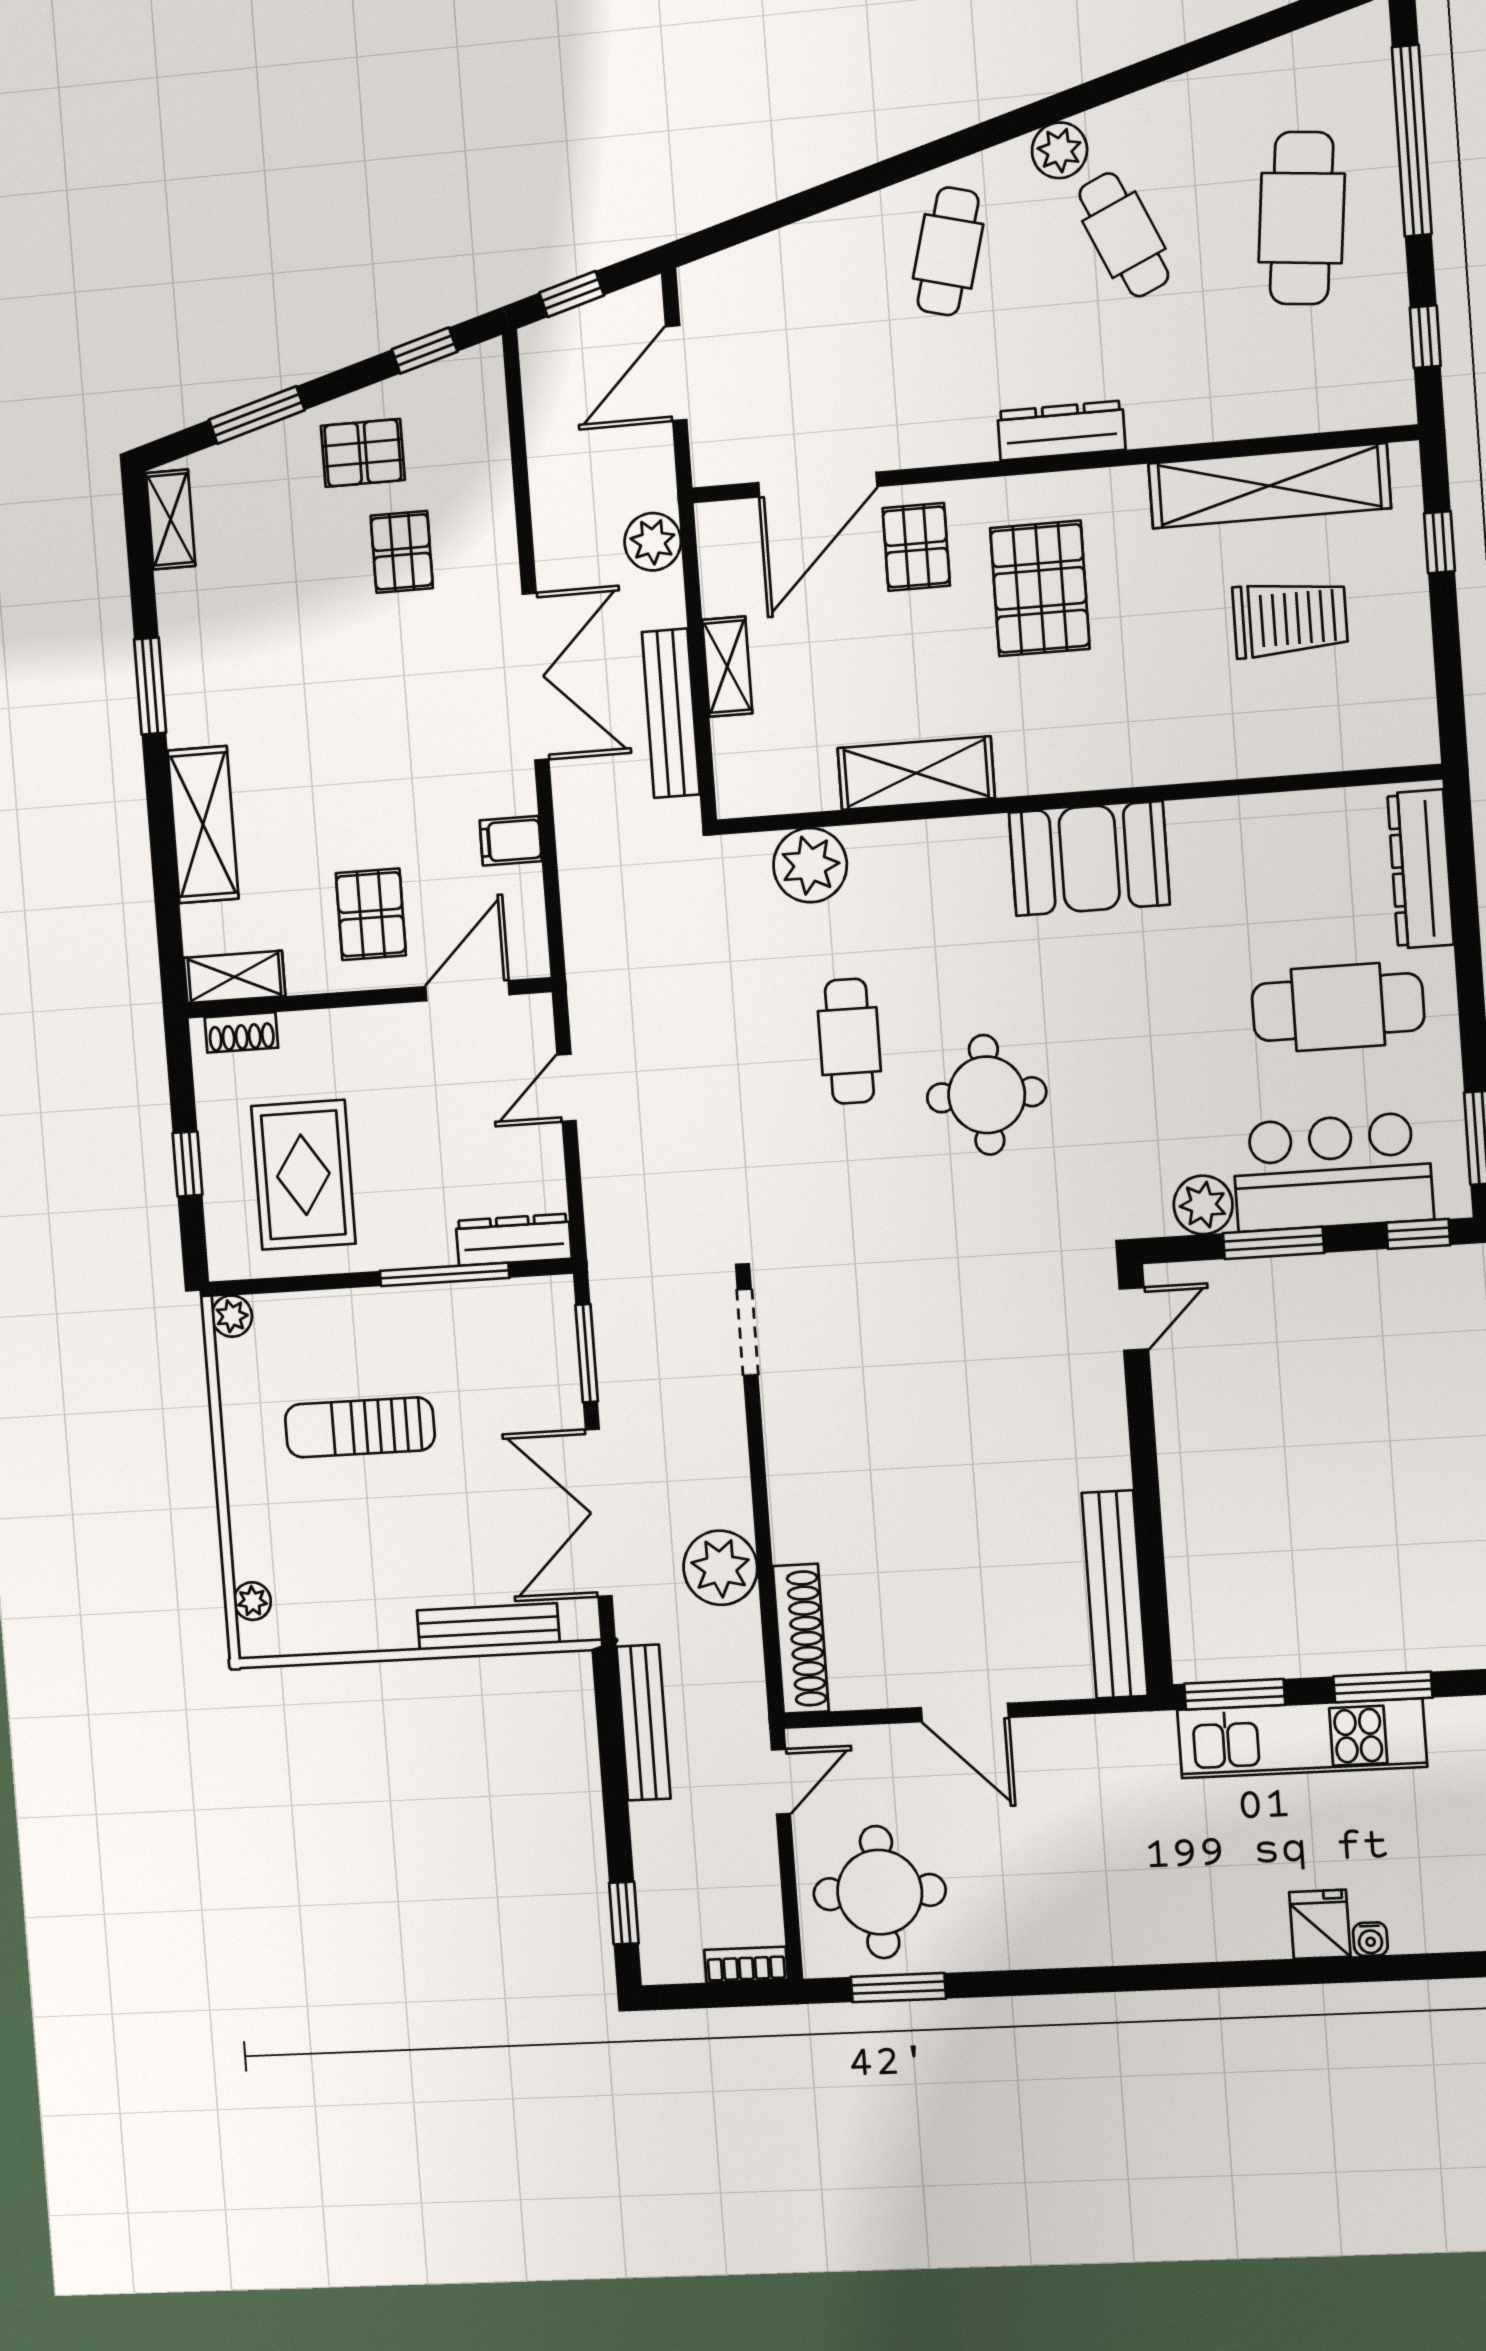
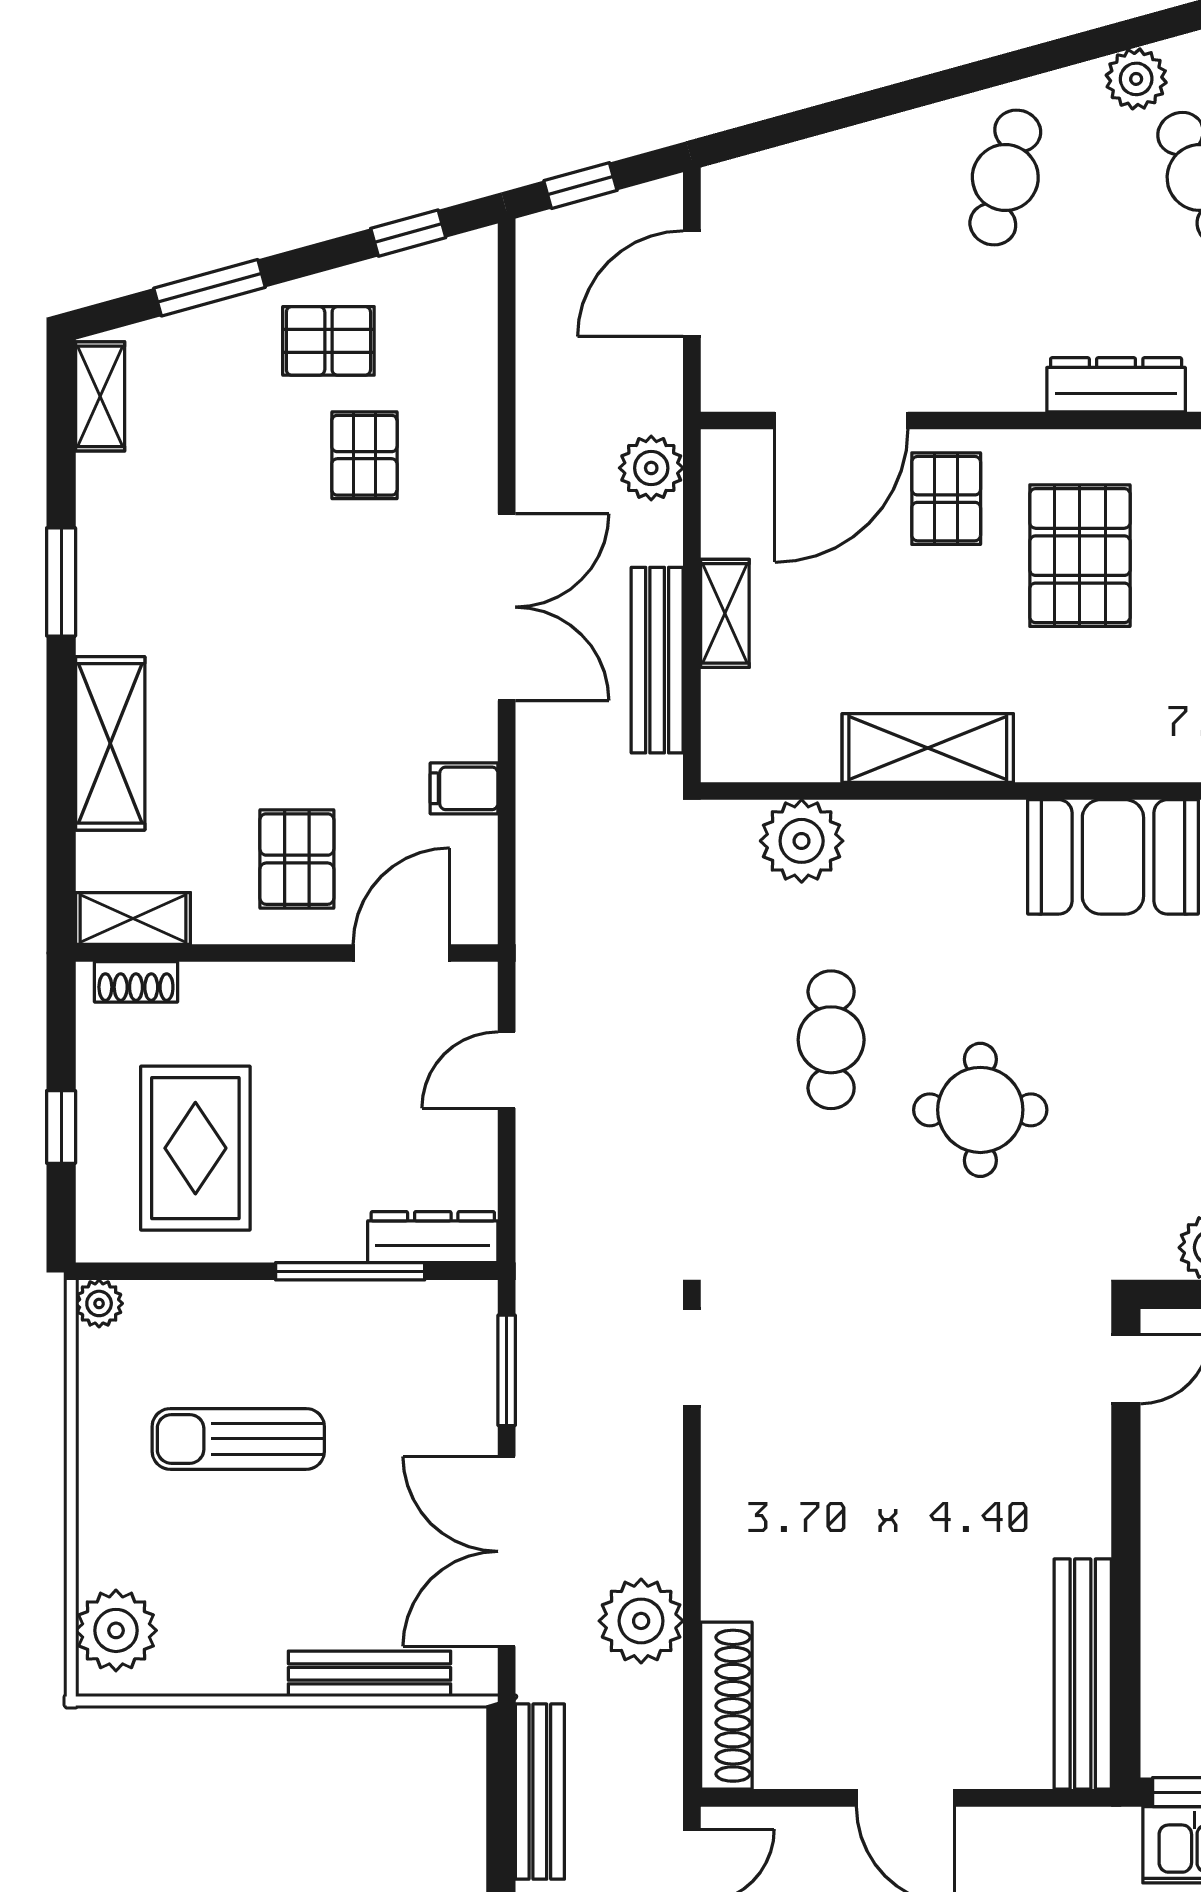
plant: (252, 1601) -> (116, 1630), width x1.88, depth x1.88

